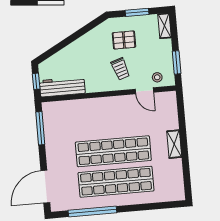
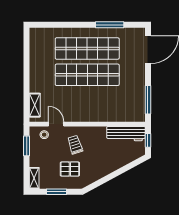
shelving: (174, 144) -> (35, 105), moved
window: (92, 212) -> (110, 25), width x0.68

